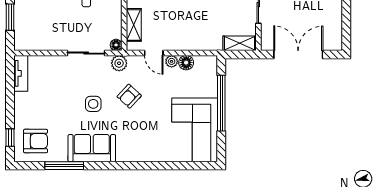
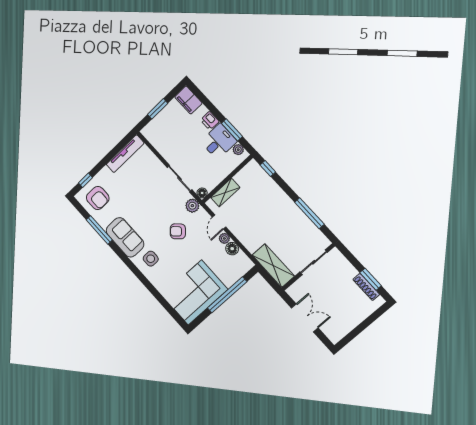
shelving: (240, 43) -> (273, 266), width x1.50, depth x1.33
double door: (298, 55) -> (305, 318), width x0.73
tv unit: (21, 73) -> (125, 154), width x1.41
side table: (93, 104) -> (151, 259), moved

